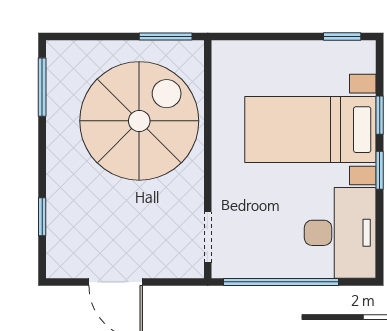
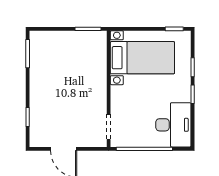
spiral stairs: (139, 121) -> (75, 70), removed
bed with nightstands: (310, 130) -> (142, 58), moved, turned 180

